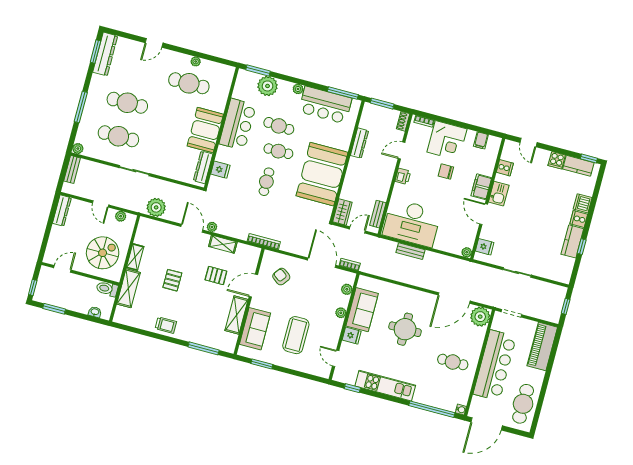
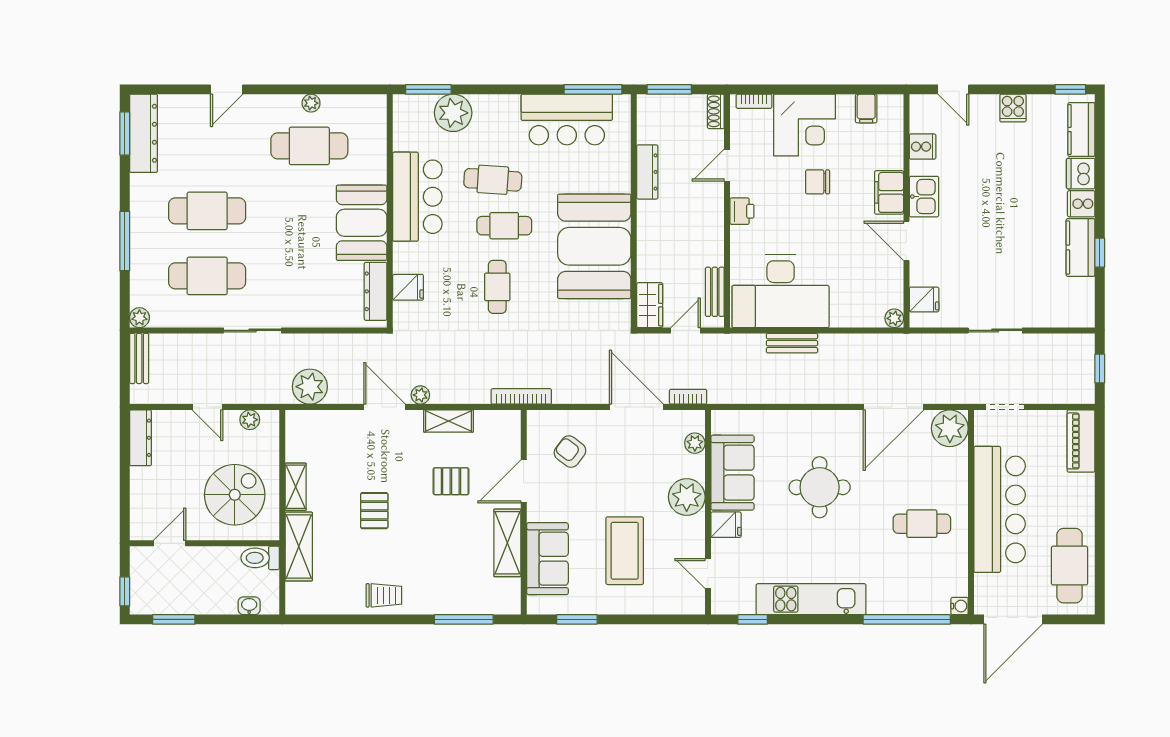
plant: (298, 89) -> (510, 104), removed
kitchen counter: (578, 166) -> (1081, 129), moved, turned 90
plant: (341, 313) -> (687, 497), width x1.88, depth x1.88
piano: (542, 346) -> (1081, 441), width x0.73, depth x0.75

